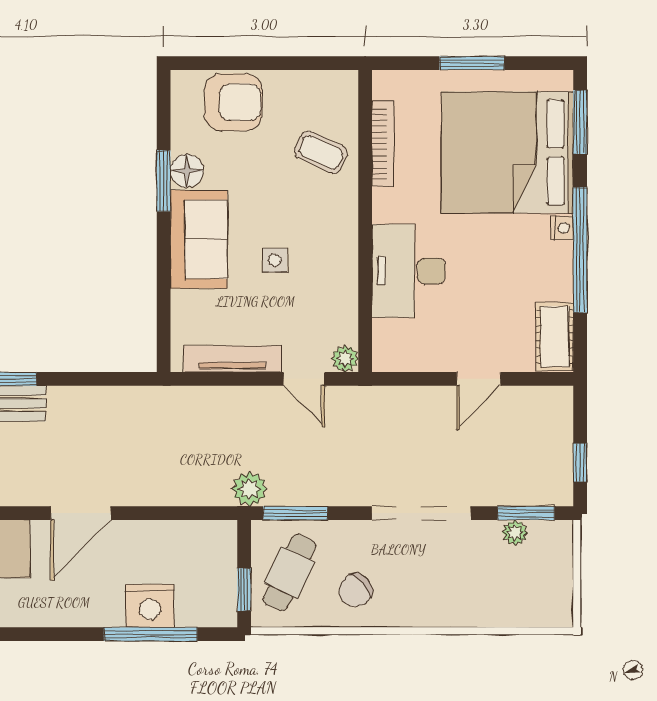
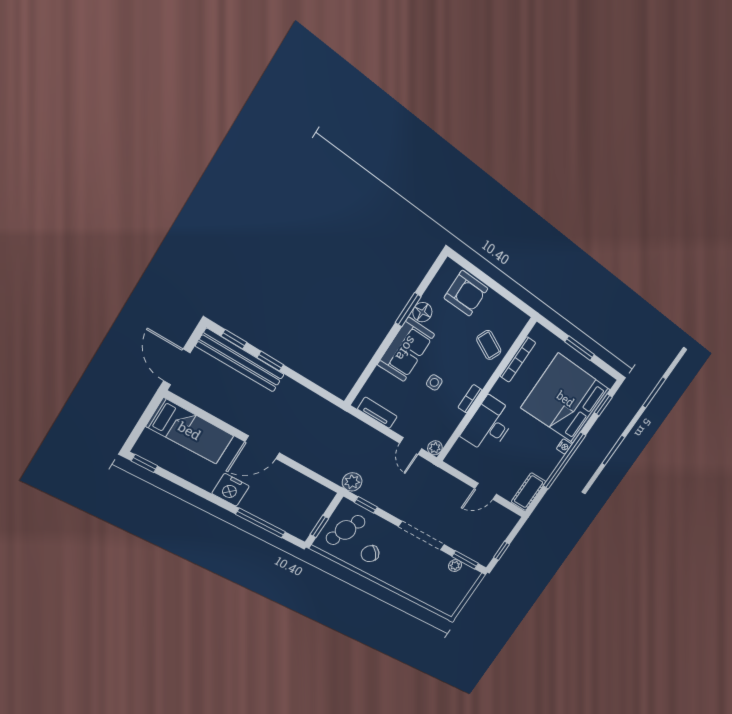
window: (580, 122) -> (603, 405), width x0.67
bookcase: (348, 250) -> (470, 399), added
tv unit: (232, 359) -> (377, 413), width x0.71
window: (295, 513) -> (366, 505), width x0.67
nightstand: (150, 606) -> (231, 490), moved

